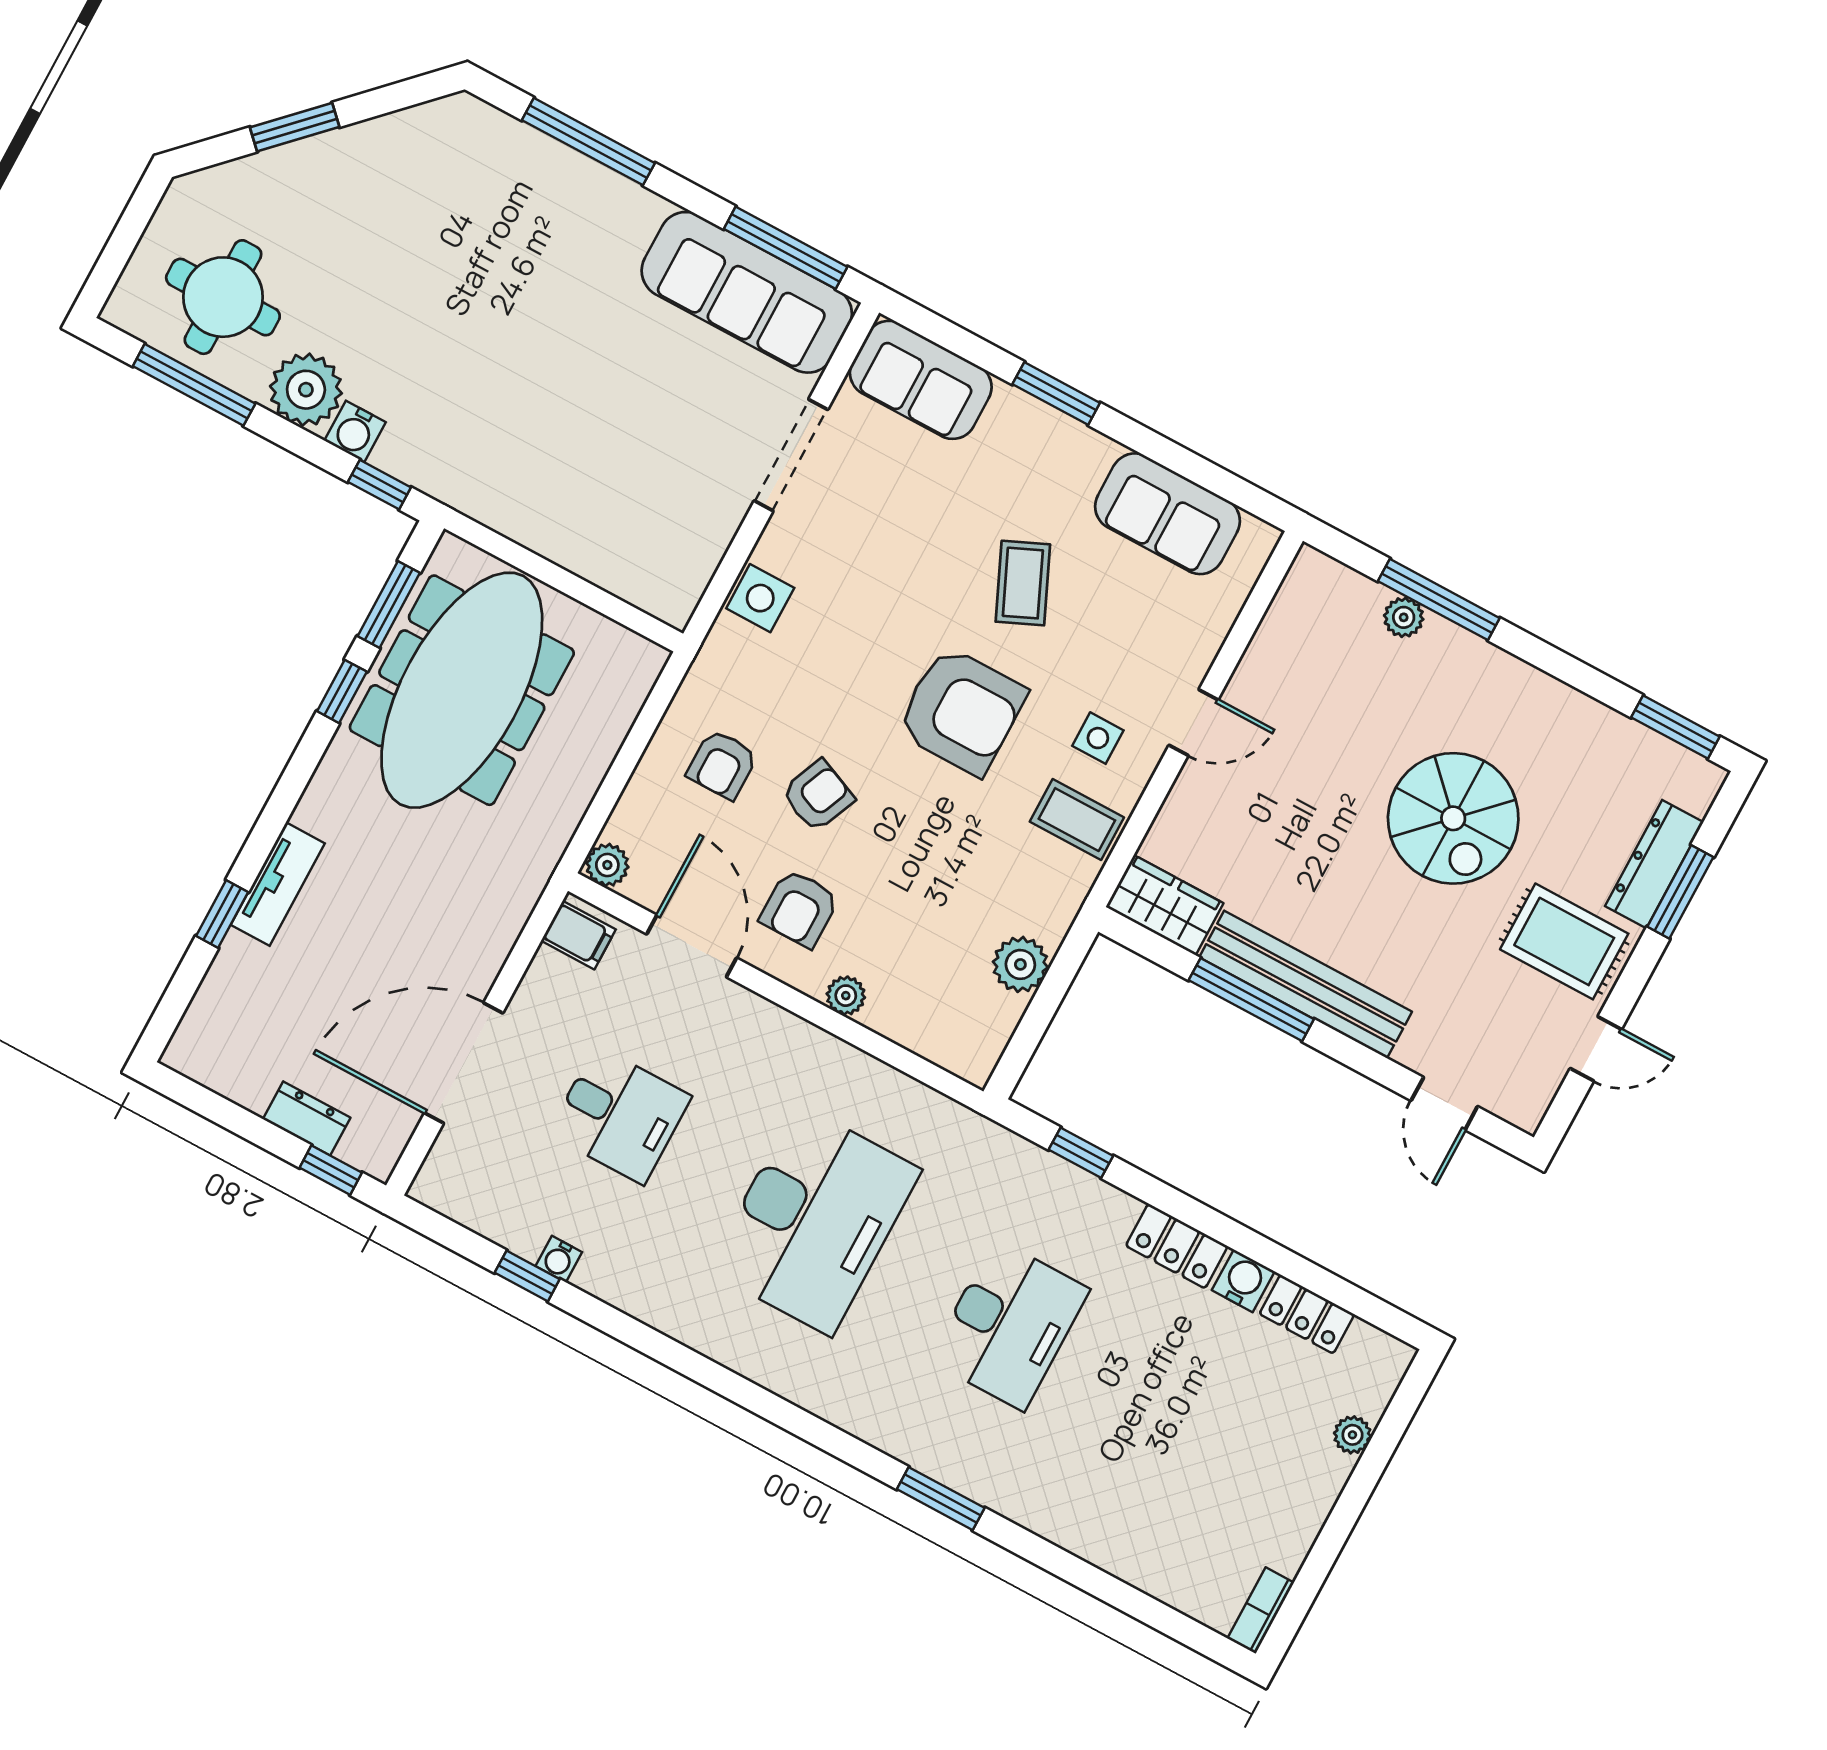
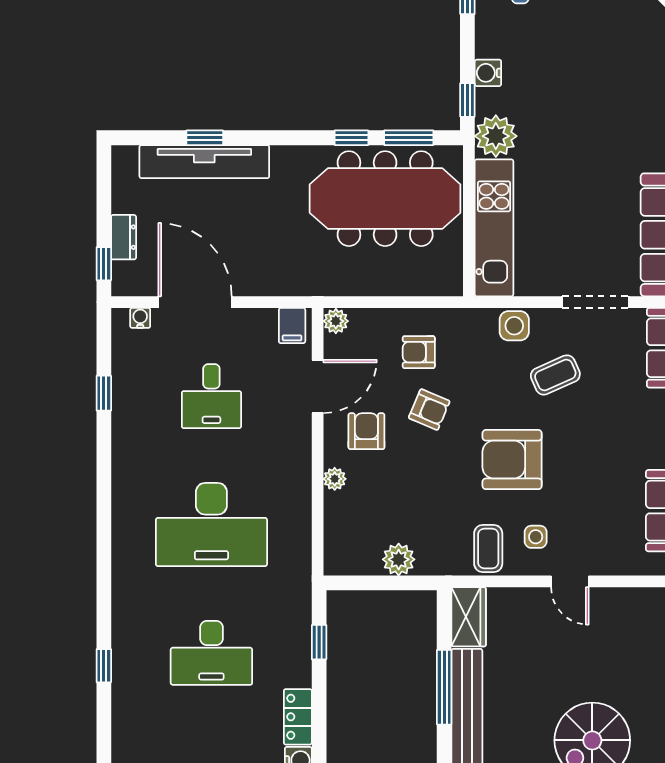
plant: (306, 390) -> (496, 136), moved
kitchen unit: (595, 549) -> (494, 228), added
coffee table: (1023, 583) -> (555, 375), moved
armchair: (961, 711) -> (512, 460), turned 90
tv unit: (278, 884) -> (204, 162), width x1.92, depth x1.29
armchair: (799, 908) -> (366, 431), turned 90
water cooler: (559, 1259) -> (140, 318), moved, turned 90
window: (941, 1499) -> (104, 666), width x0.67

